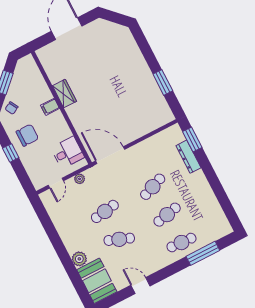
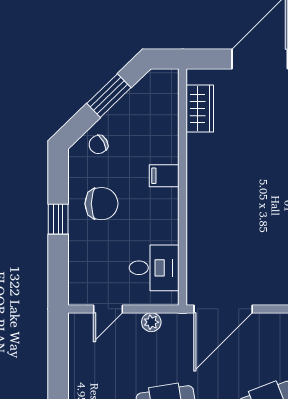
wardrobe: (64, 94) -> (200, 108), moved
door: (110, 155) -> (223, 309), swing flipped

